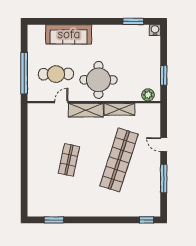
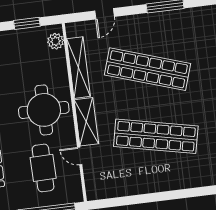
shelving: (119, 109) -> (78, 68), width x1.47
door: (164, 145) -> (105, 14), moved
shop shelf: (69, 160) -> (156, 136), width x2.00, depth x1.36

